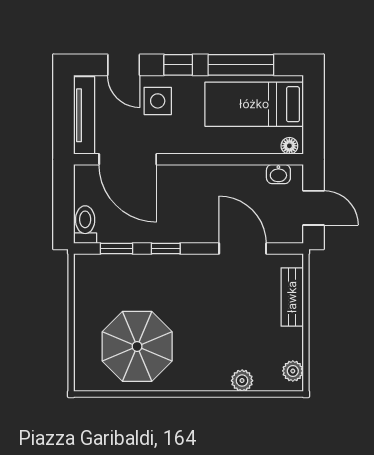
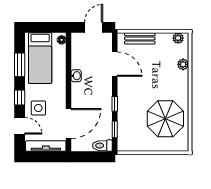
door: (124, 65) -> (20, 126), hinge flipped
window: (241, 65) -> (20, 65), width x0.69
washbasin: (278, 174) -> (76, 76), moved
door: (243, 249) -> (115, 64), swing flipped

